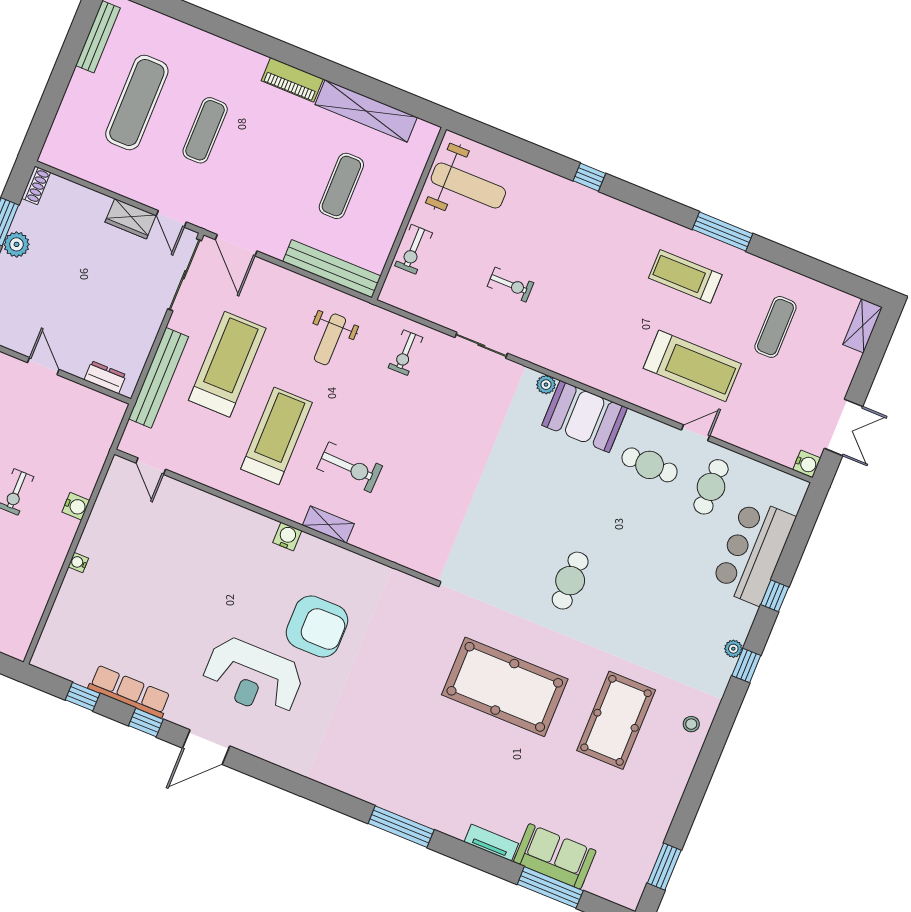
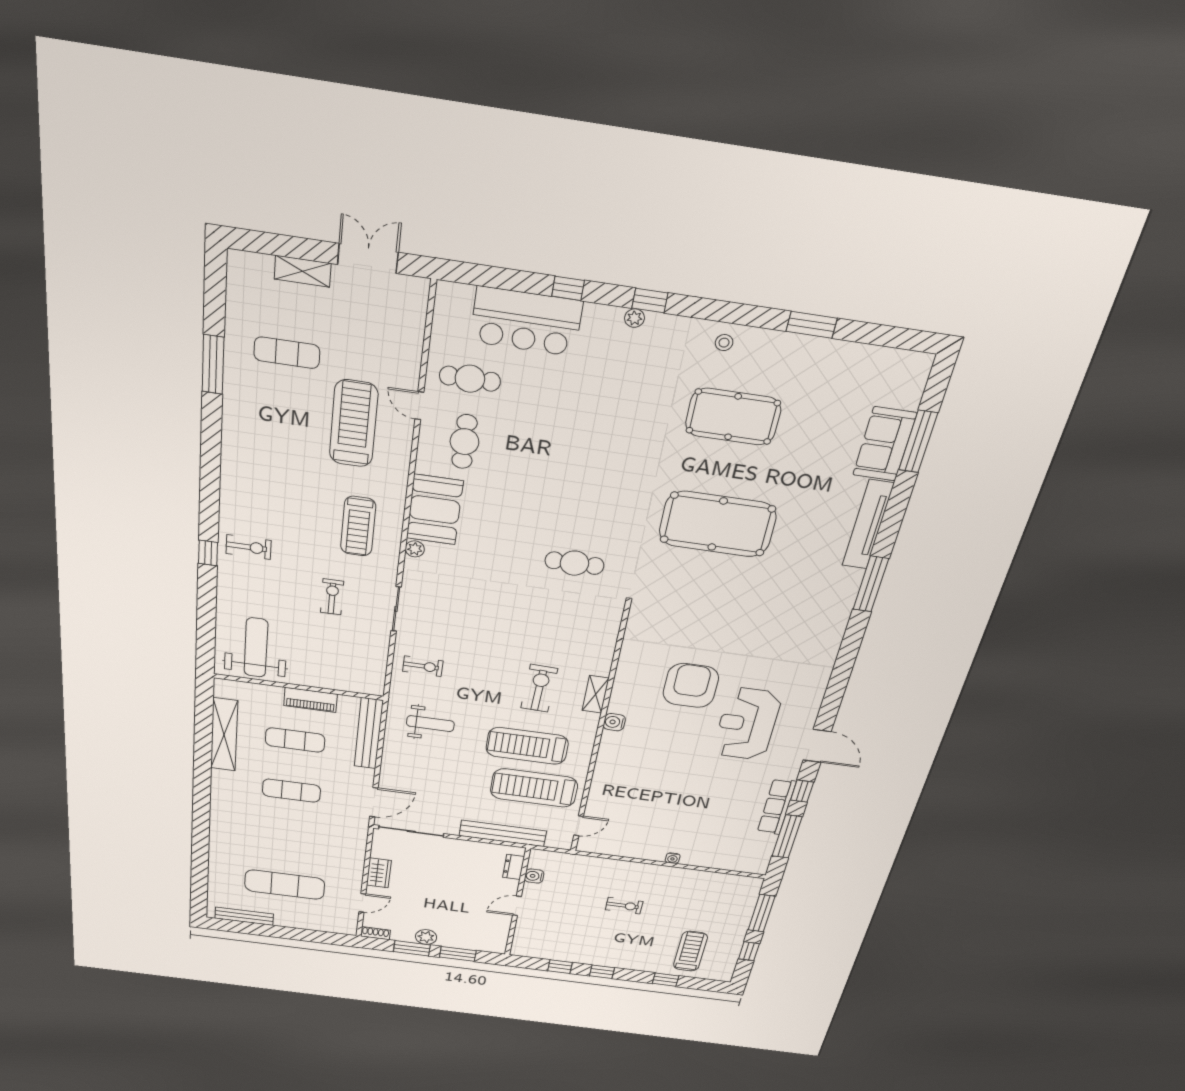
piano: (292, 80) -> (311, 700), moved, turned 90
exercise mat: (205, 130) -> (291, 791), moved
door: (171, 219) -> (362, 903), moved
window: (723, 231) -> (213, 364), moved
exercise bike: (414, 249) -> (249, 547), moved
treadmill: (685, 276) -> (358, 526), moved
shelving: (863, 326) -> (303, 271), moved
treadmill: (227, 364) -> (534, 788), moved
water cooler: (807, 464) -> (418, 288), removed
water cooler: (76, 506) -> (534, 876), moved, turned -90
cafe table: (570, 581) -> (574, 563), moved
reception desk: (253, 677) -> (747, 724), turned 180
pool table: (505, 687) -> (718, 524), turned 90
window: (83, 697) -> (787, 836), width x2.17
tv unit: (491, 843) -> (868, 525), width x1.92, depth x1.29
window: (664, 867) -> (812, 325), moved

